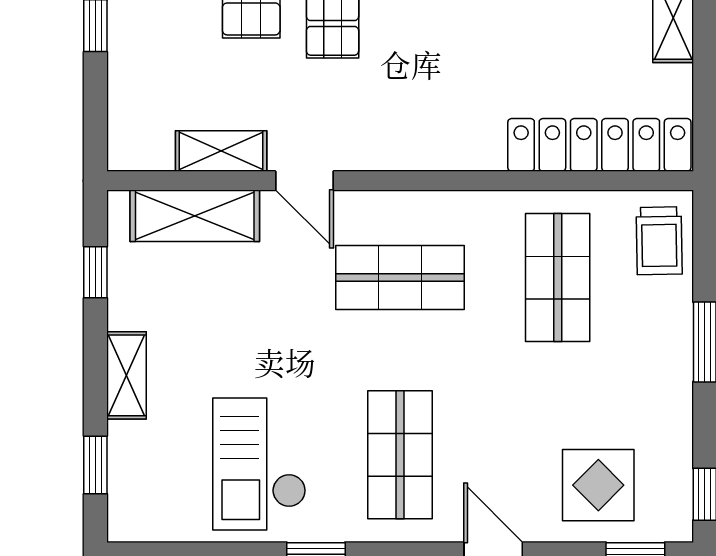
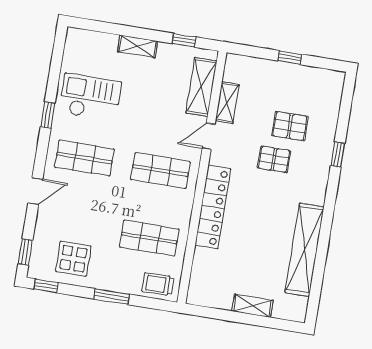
locker: (599, 145) -> (213, 207), moved
shop shelf: (400, 278) -> (160, 170), turned 90
window: (95, 465) -> (101, 27), removed
display table: (598, 485) -> (73, 259), moved

